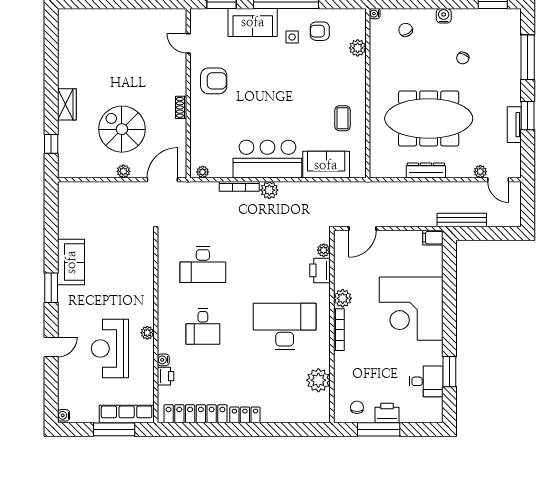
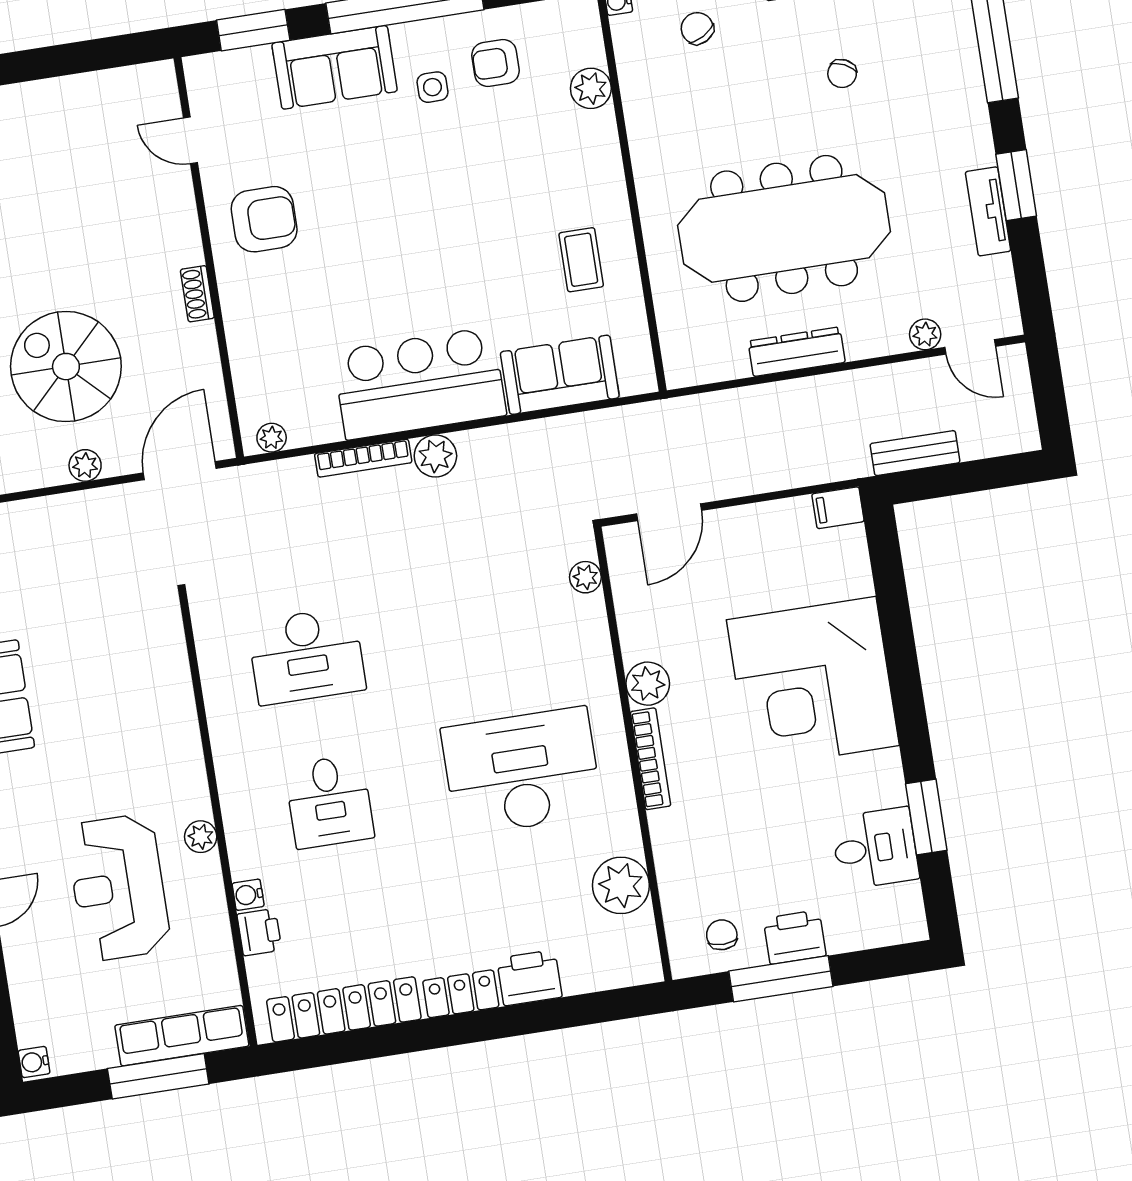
bench: (462, 220) -> (915, 453), width x0.73
printer: (320, 270) -> (529, 978), moved, turned 90

